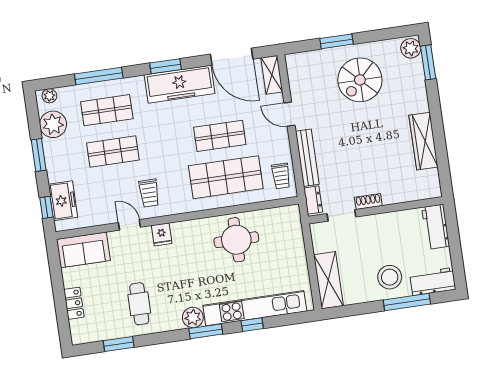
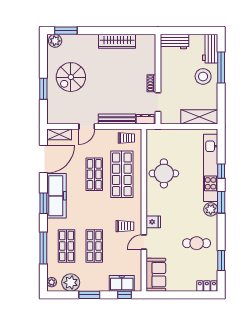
spiral stairs: (360, 80) -> (71, 77), turned 90
locker: (74, 303) -> (207, 286), moved

